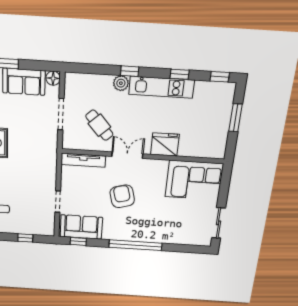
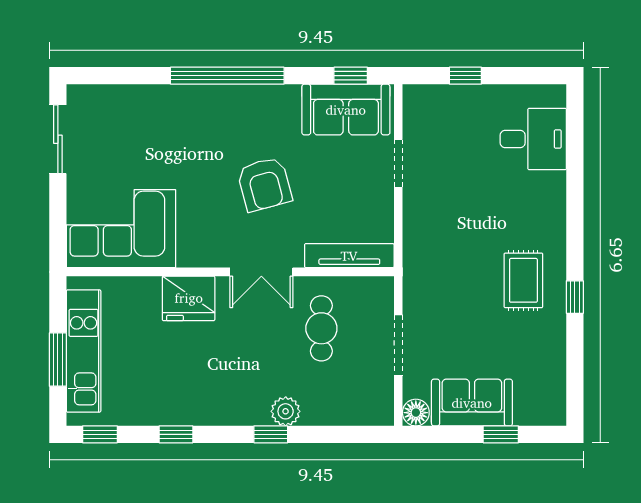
kitchen unit: (161, 87) -> (84, 351), moved, turned 90
cafe table: (99, 125) -> (321, 328), turned 42

